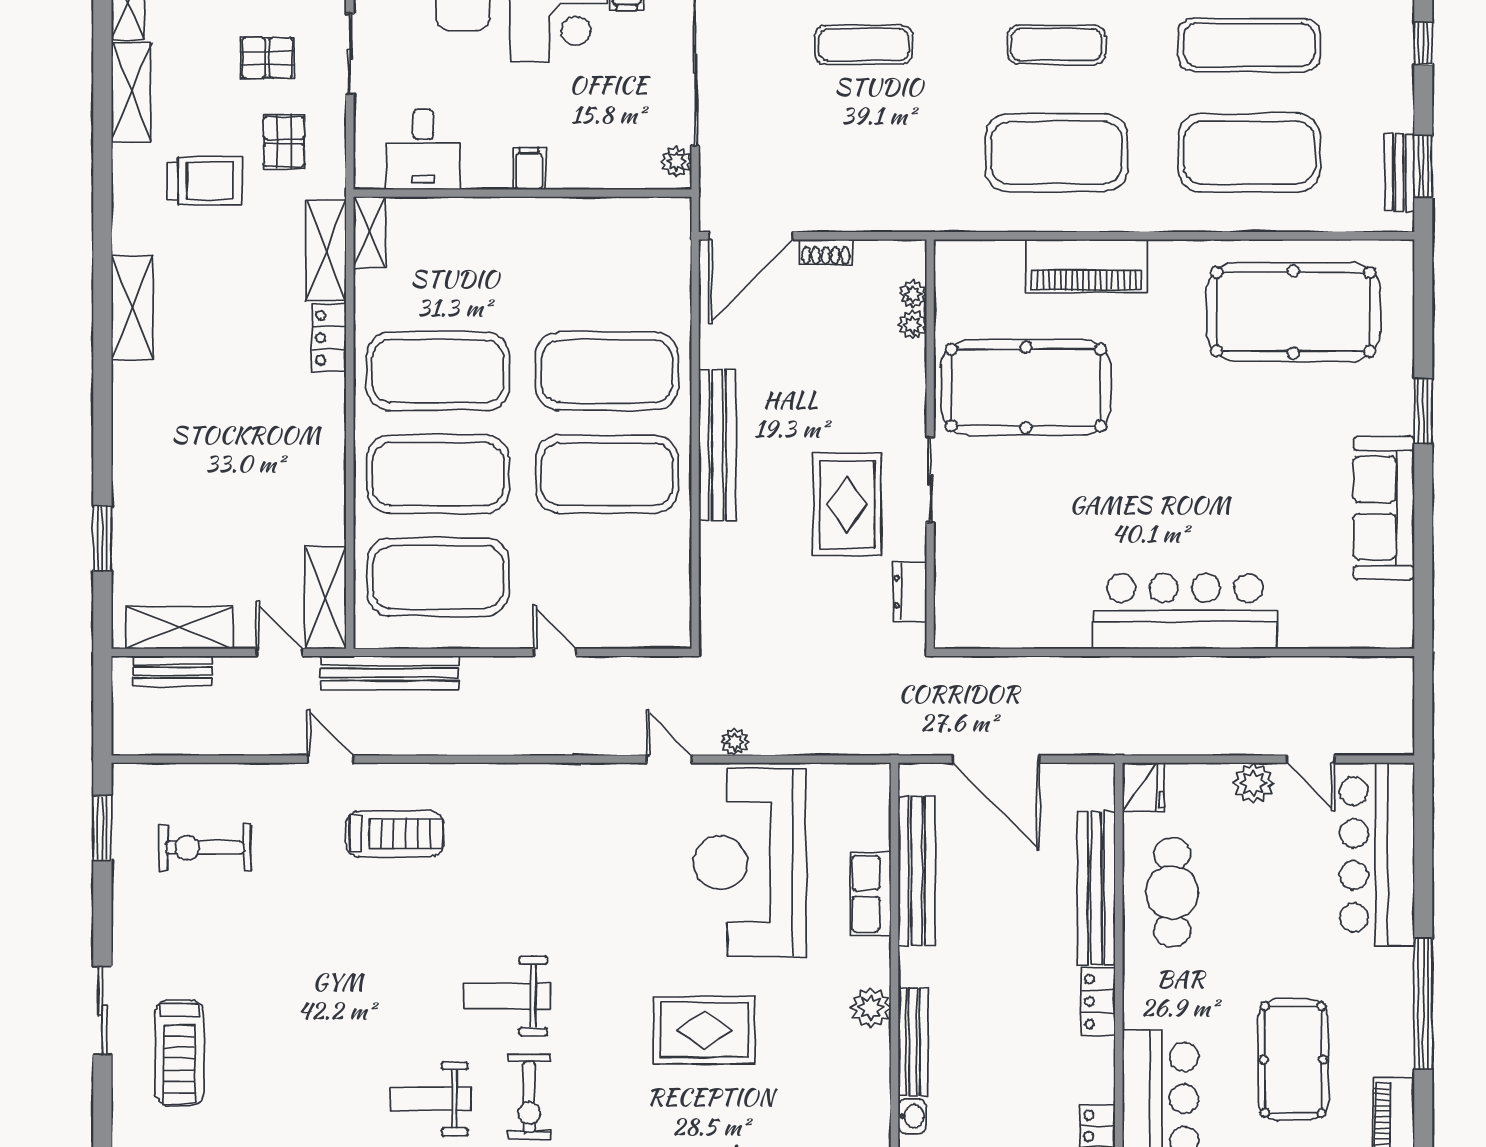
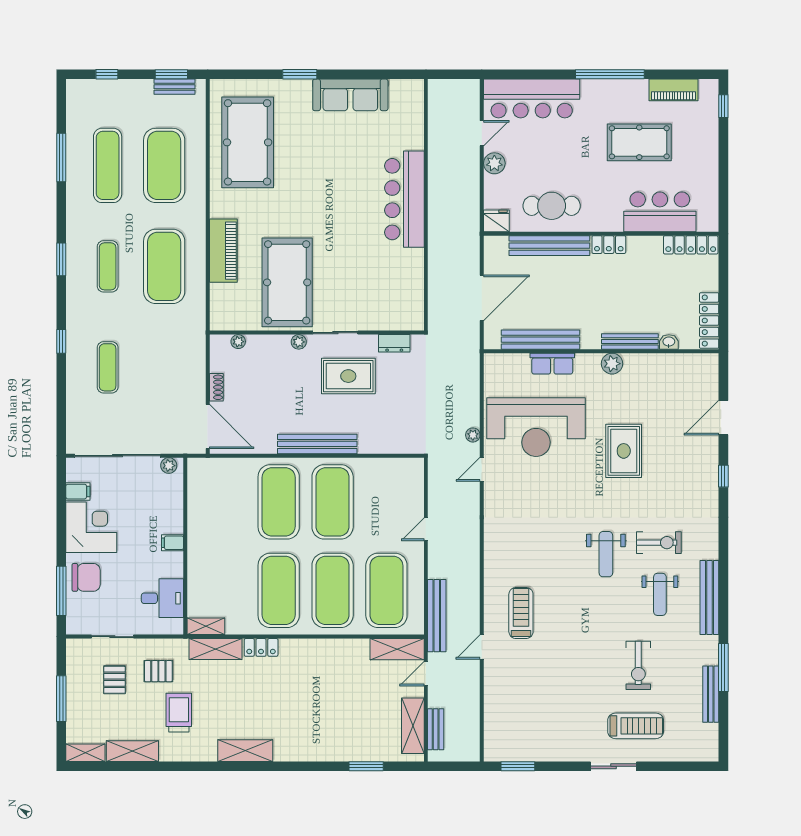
plant: (912, 325) -> (299, 342), moved
exercise bike: (205, 848) -> (638, 665), moved

